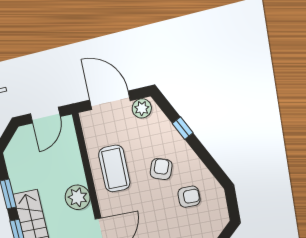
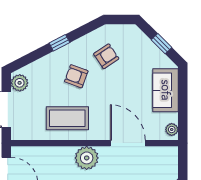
window: (183, 128) -> (59, 43), moved
armchair: (189, 197) -> (106, 56), turned 56

